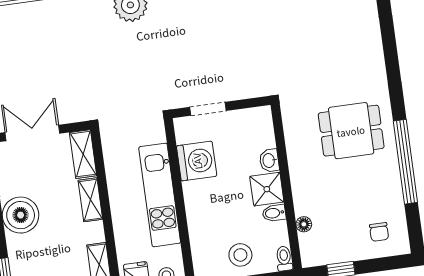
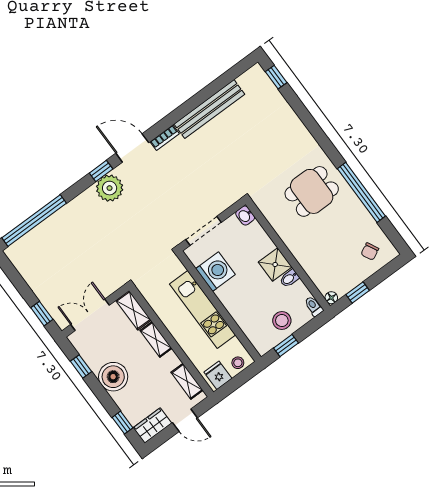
doorway: (208, 109) -> (203, 231), width x1.38
washbasin: (269, 160) -> (245, 216), moved
floor lamp: (304, 224) -> (331, 298), moved
chair: (379, 232) -> (370, 251), turned 63

